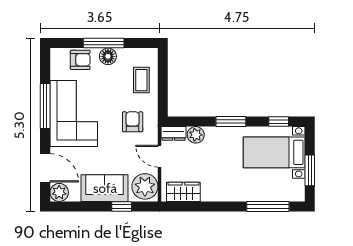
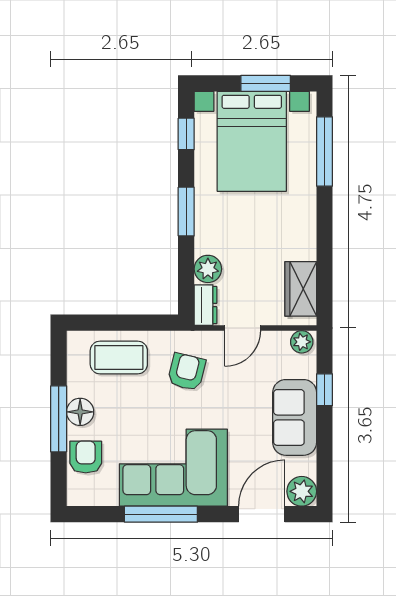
coffee table: (141, 80) -> (119, 357), width x1.36, depth x1.30
armchair: (133, 122) -> (187, 372), turned 104
bed with nightstands: (274, 152) -> (252, 141), width x1.36
plant: (145, 186) -> (302, 342), width x0.53, depth x0.53

